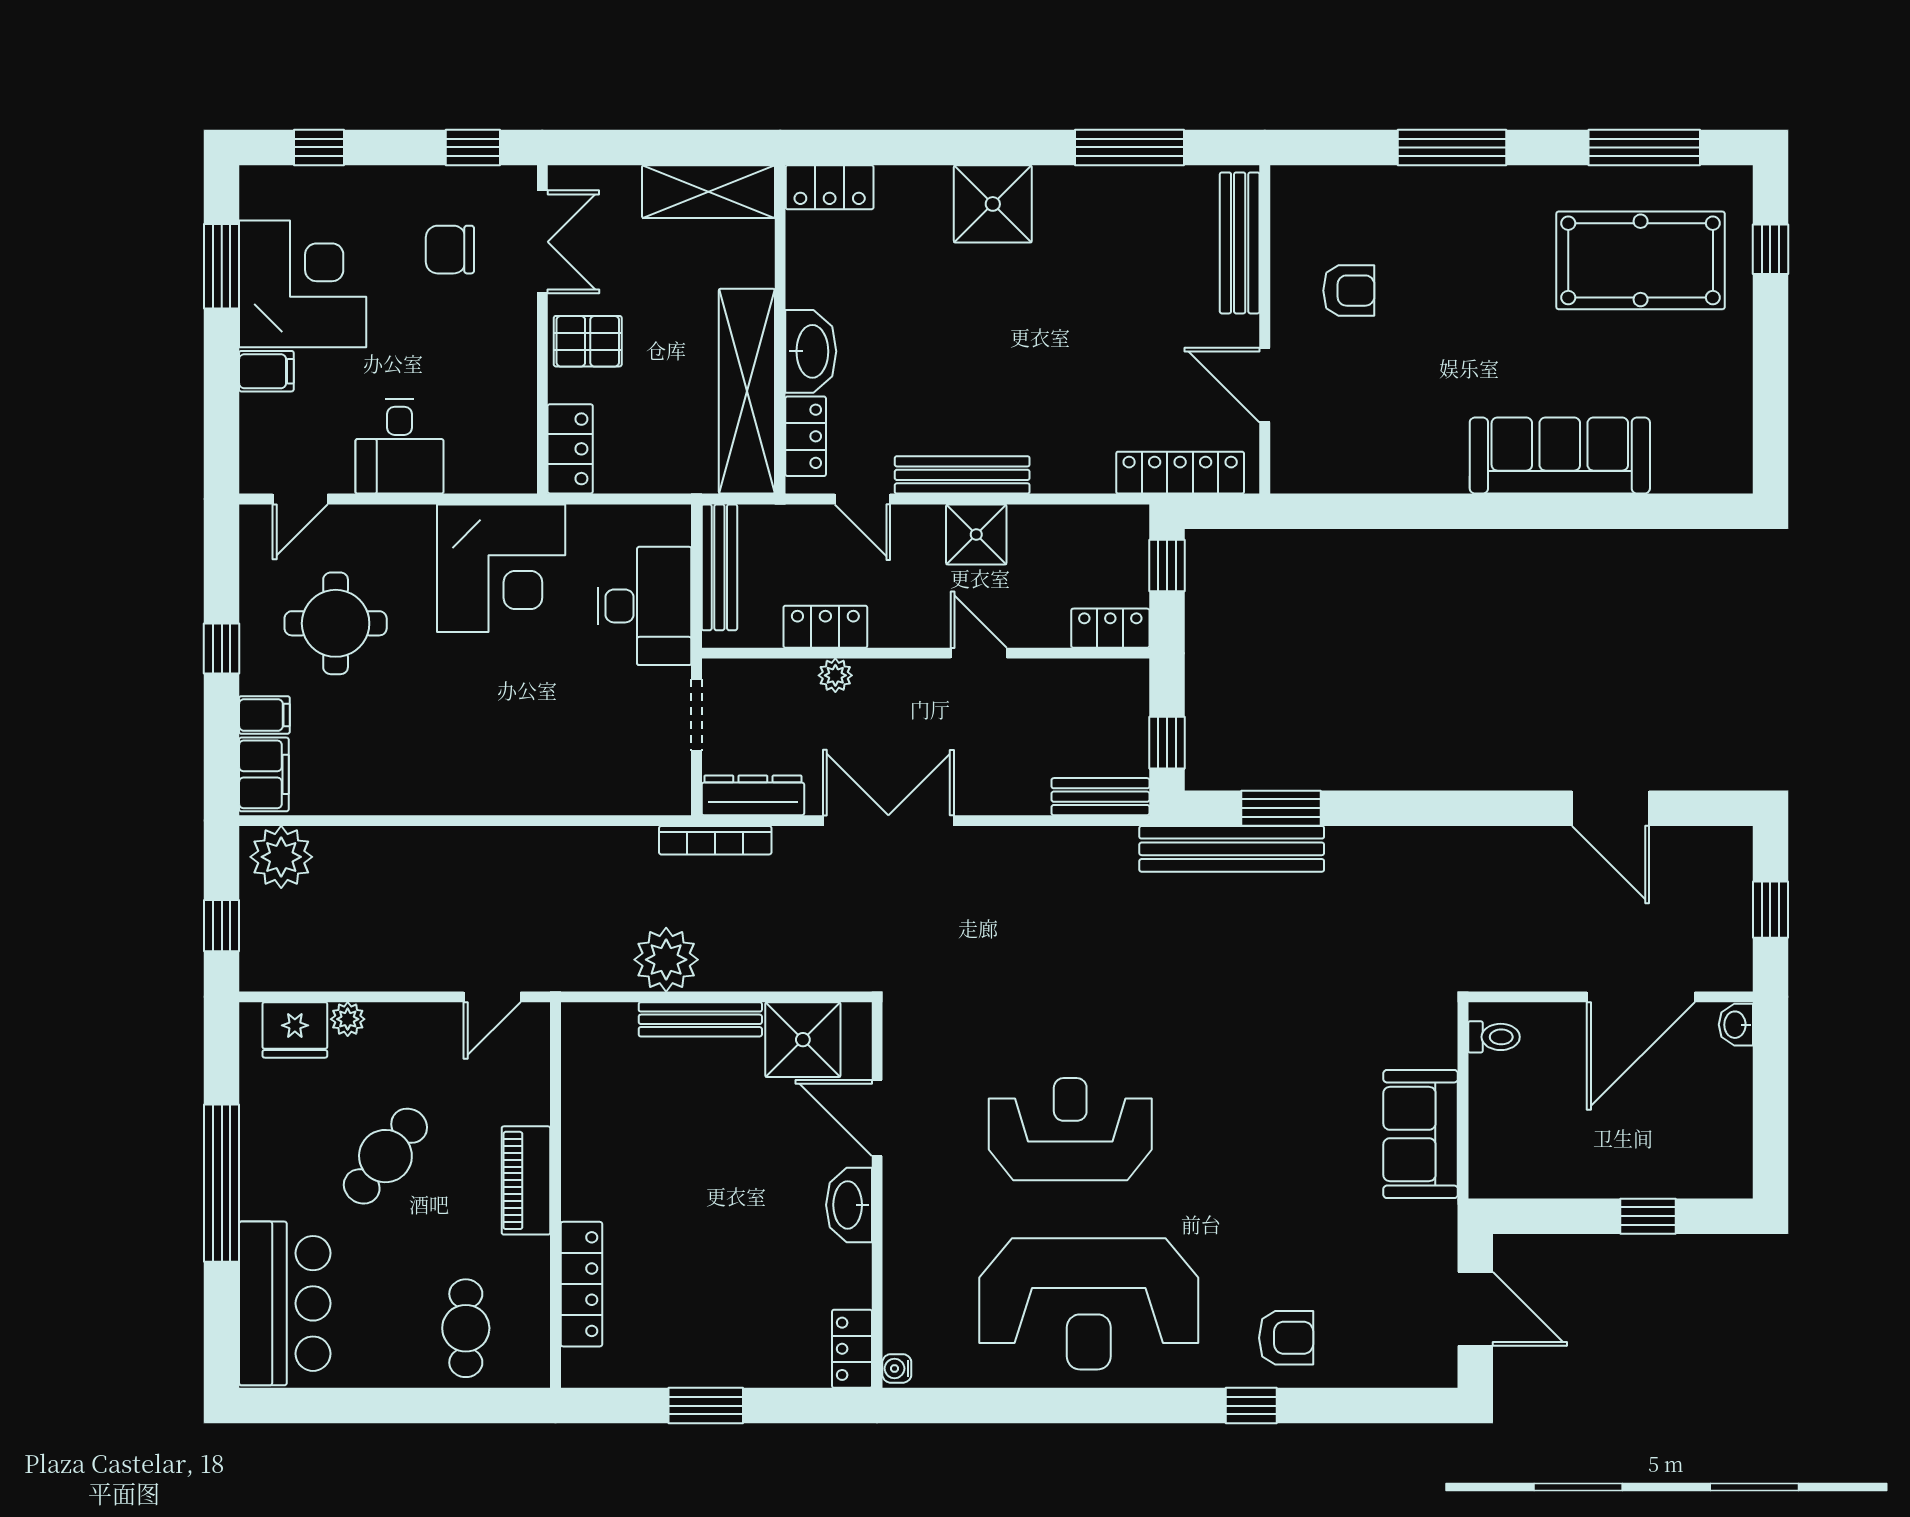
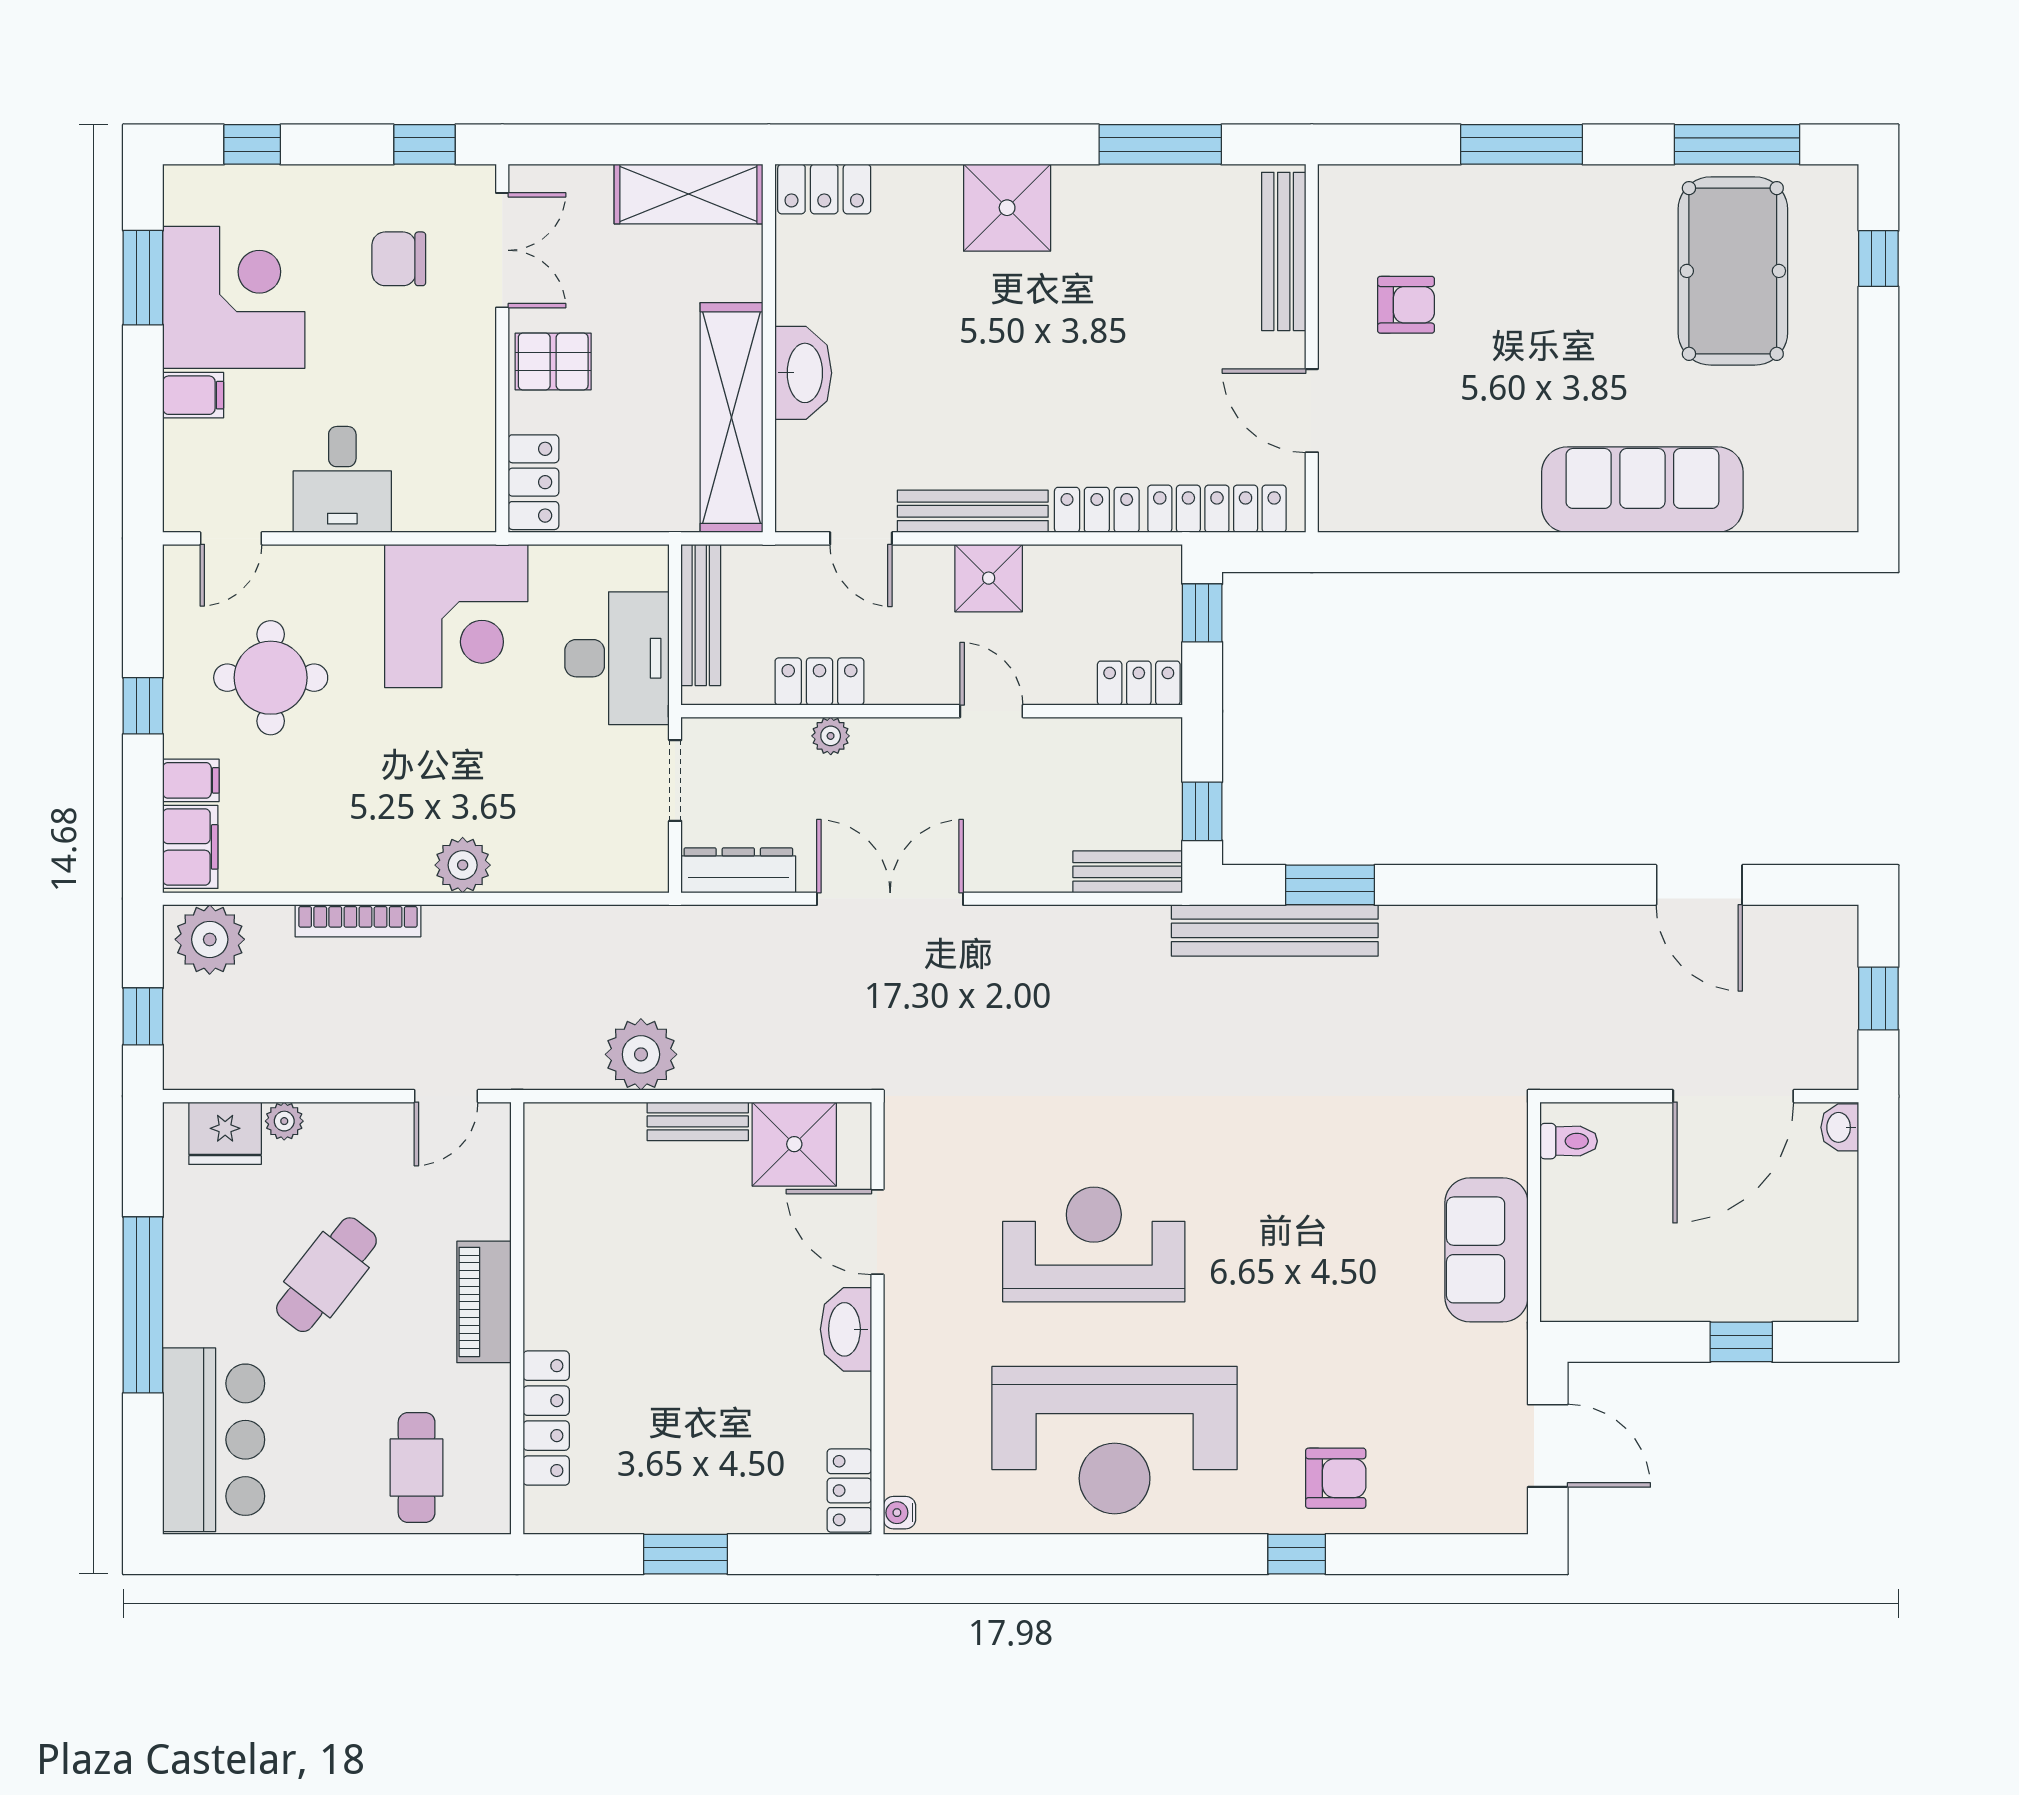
pool table: (1641, 260) -> (1733, 271), turned 90
locker: (806, 436) -> (1097, 510), moved, turned -90
plant: (507, 791) -> (463, 865), added
bookcase: (715, 840) -> (358, 921), moved
bench: (700, 1019) -> (698, 1121), width x0.73

